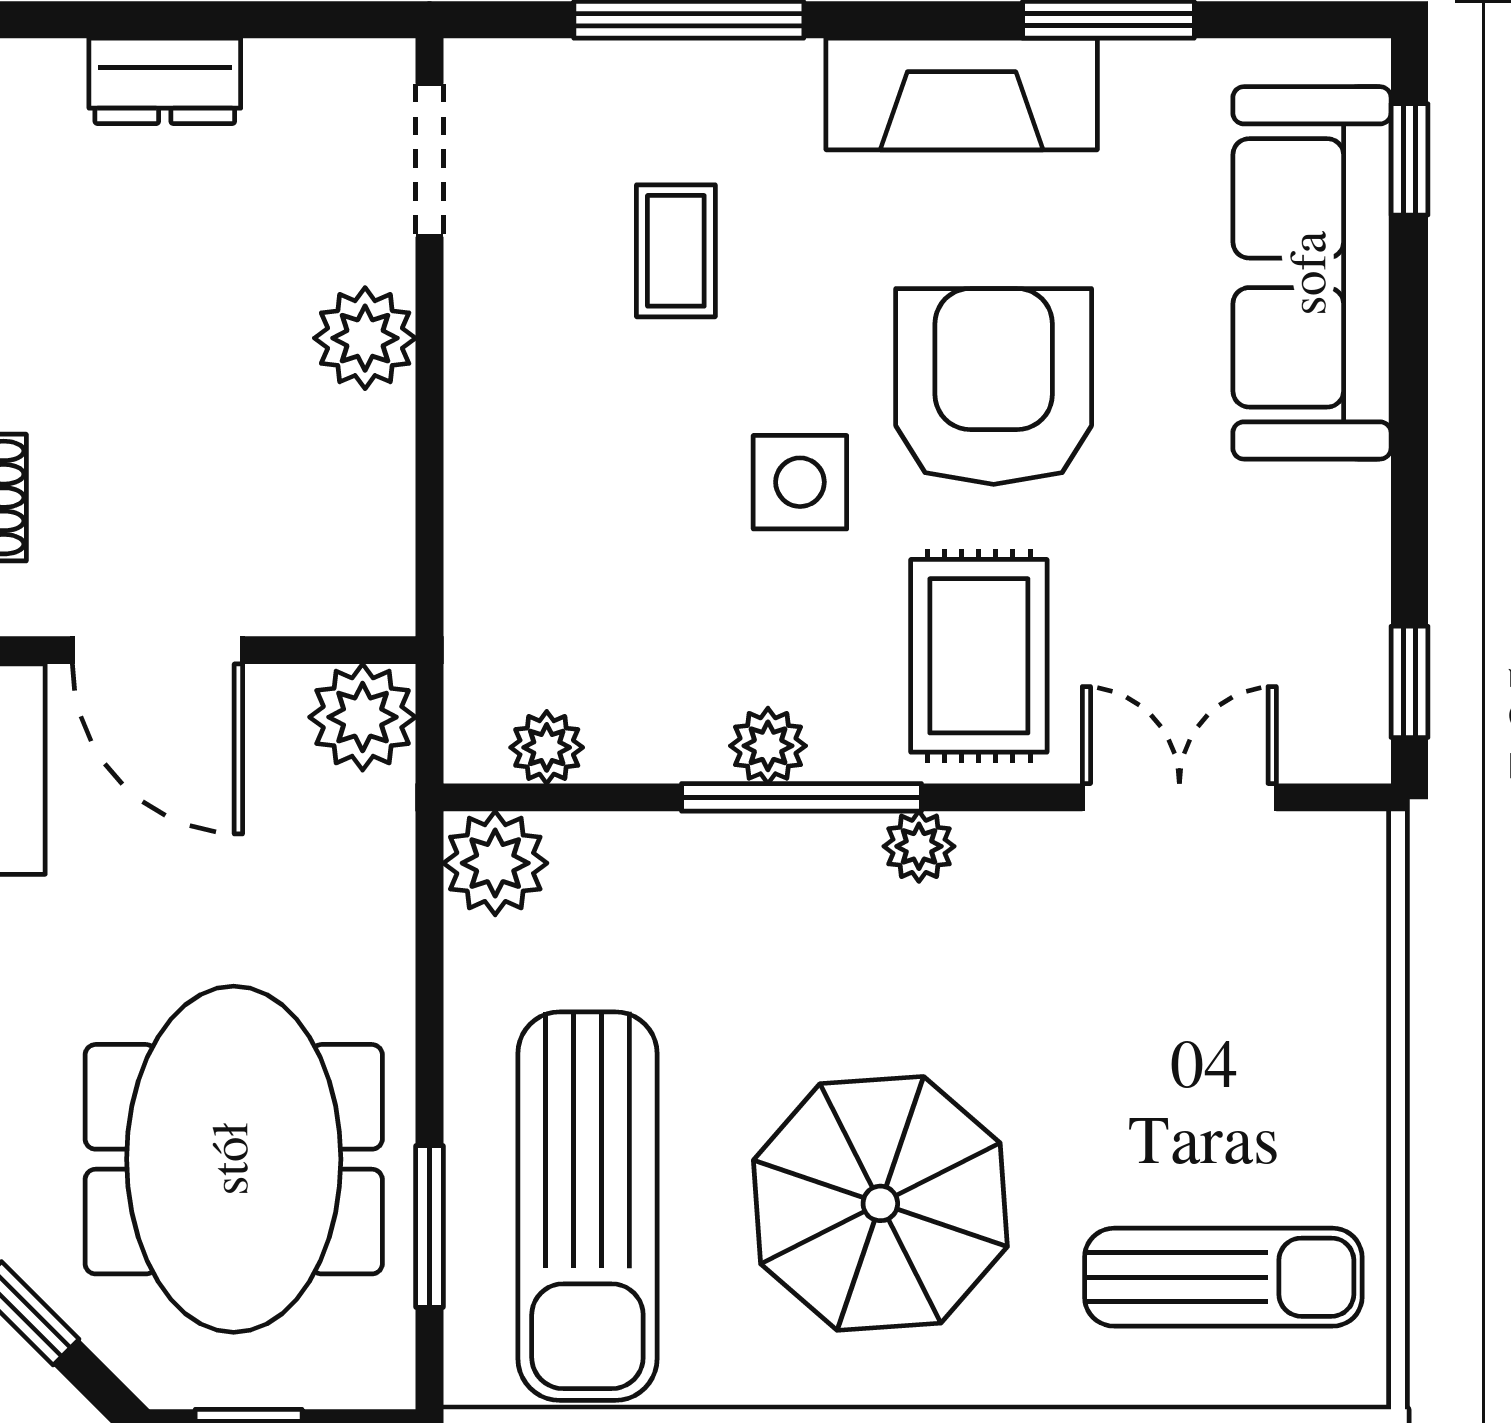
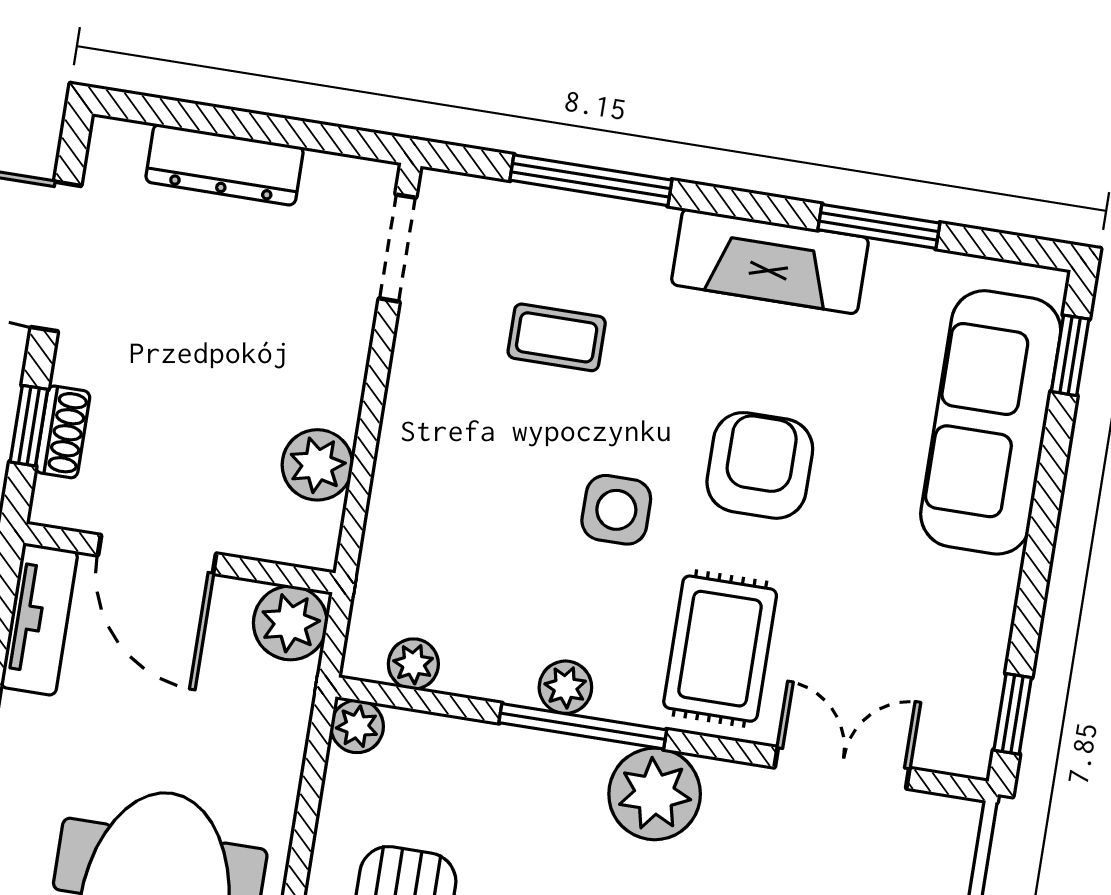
dresser: (165, 81) -> (225, 165), width x1.44
coffee table: (676, 251) -> (557, 337), turned 90
plant: (365, 338) -> (317, 465), moved
armchair: (994, 386) -> (760, 465), width x0.73, depth x0.73
plant: (919, 846) -> (655, 794), width x1.88, depth x1.88
plant: (495, 863) -> (357, 726), width x0.73, depth x0.73

